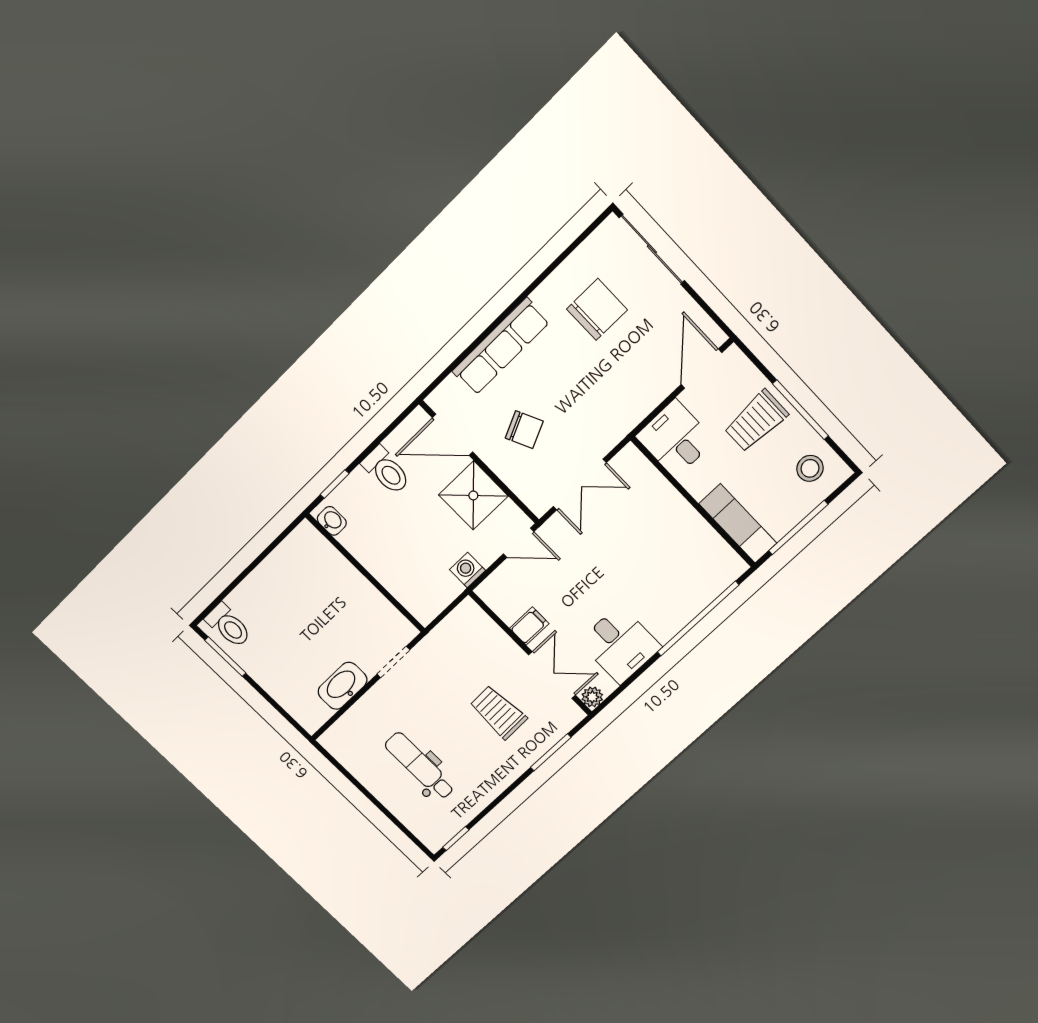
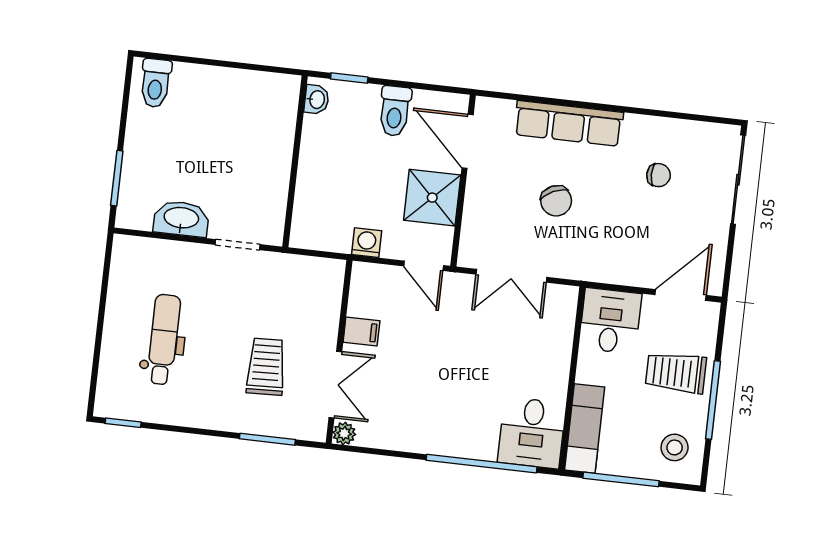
chair: (597, 309) -> (659, 175), width x0.54, depth x0.54
chair: (524, 430) -> (556, 201), moved
desk: (620, 644) -> (532, 433), moved
window: (225, 657) -> (117, 178), moved

